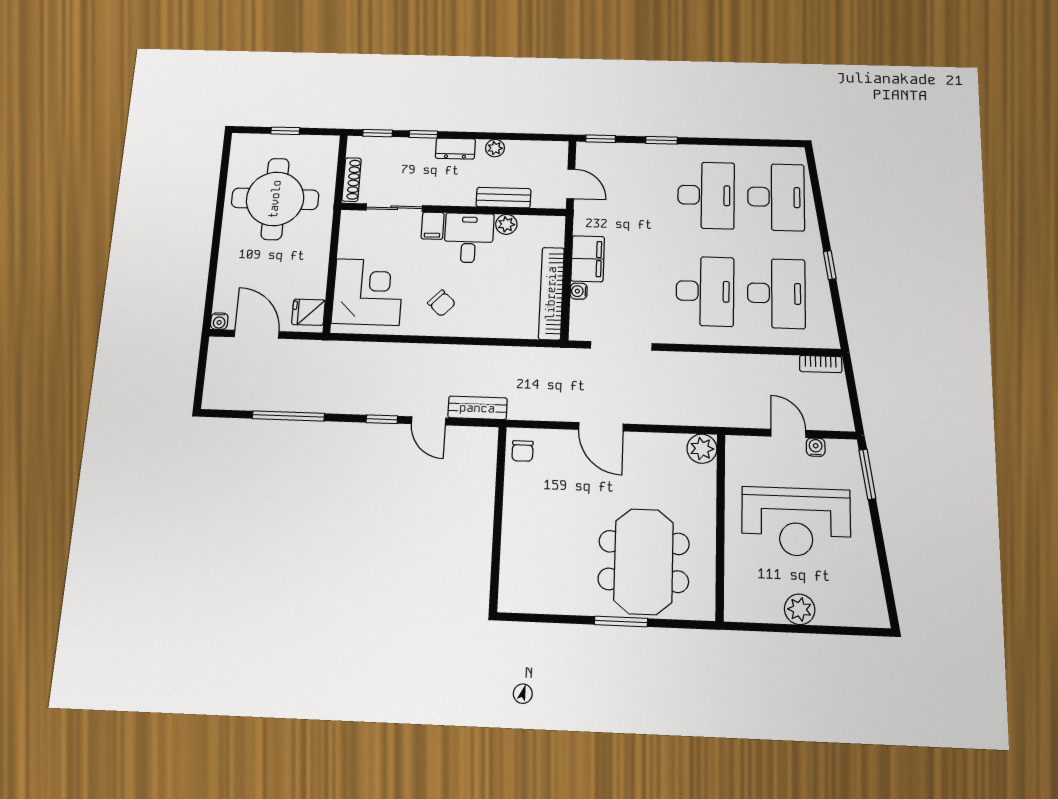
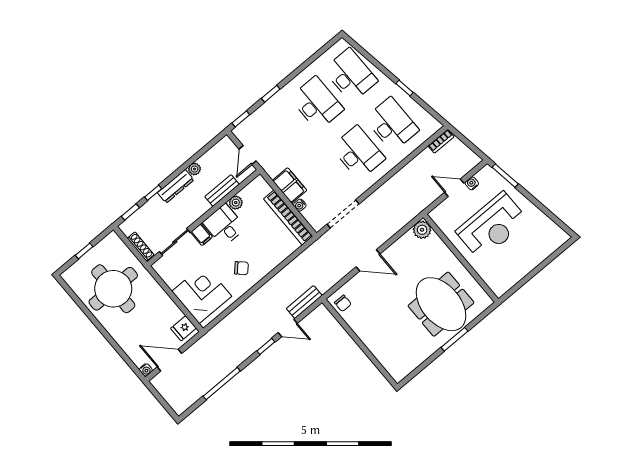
dresser: (455, 149) -> (176, 186), width x1.44
door: (571, 184) -> (248, 155), swing flipped
plant: (800, 609) -> (526, 264), removed

